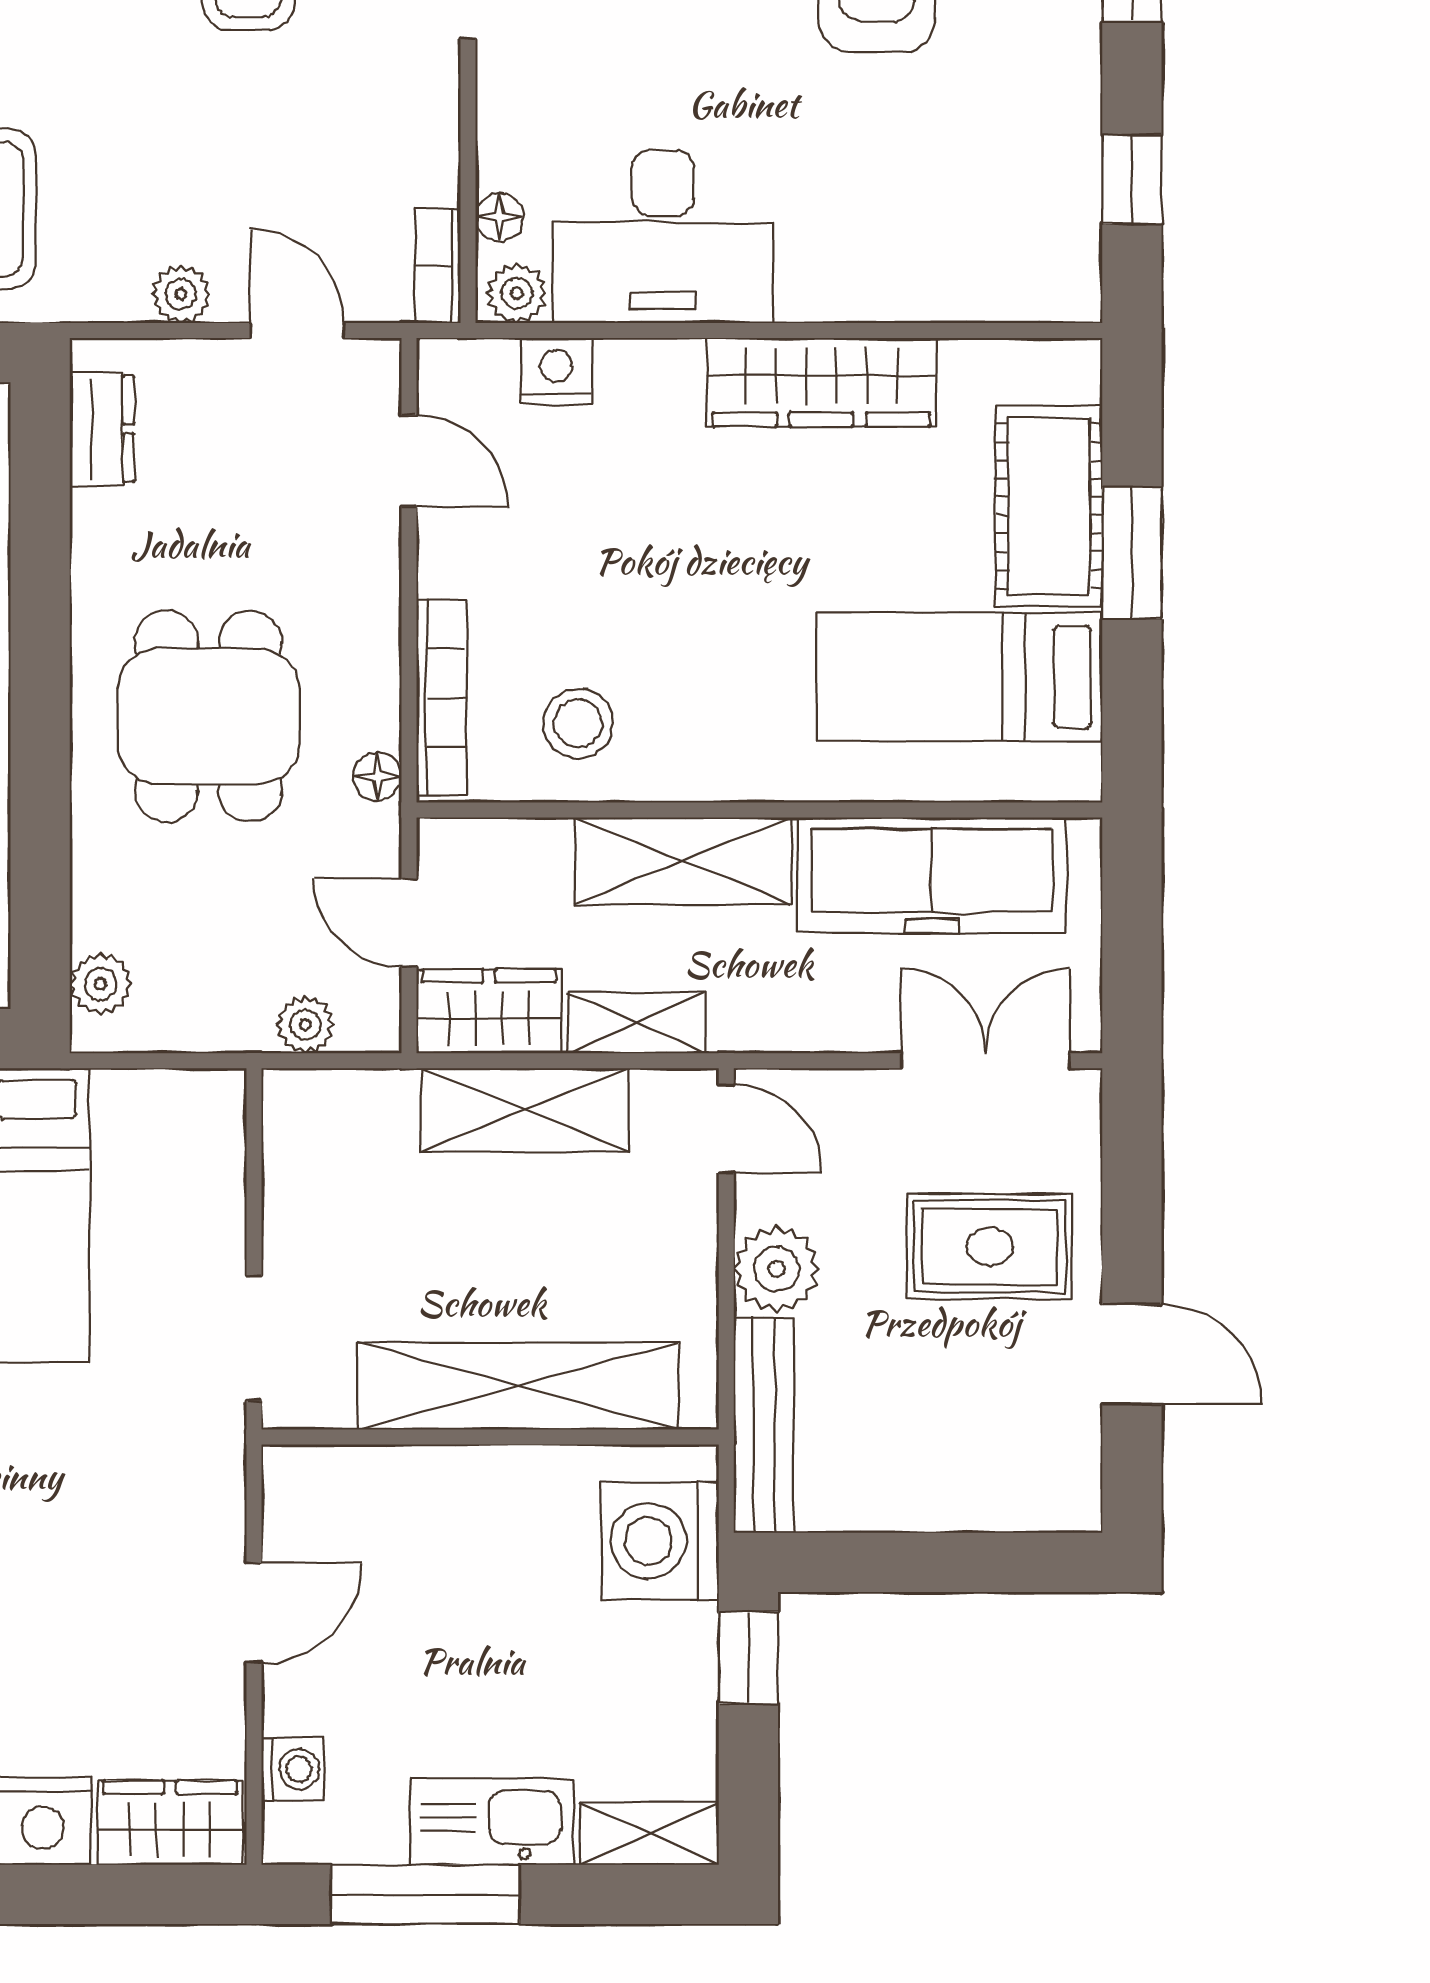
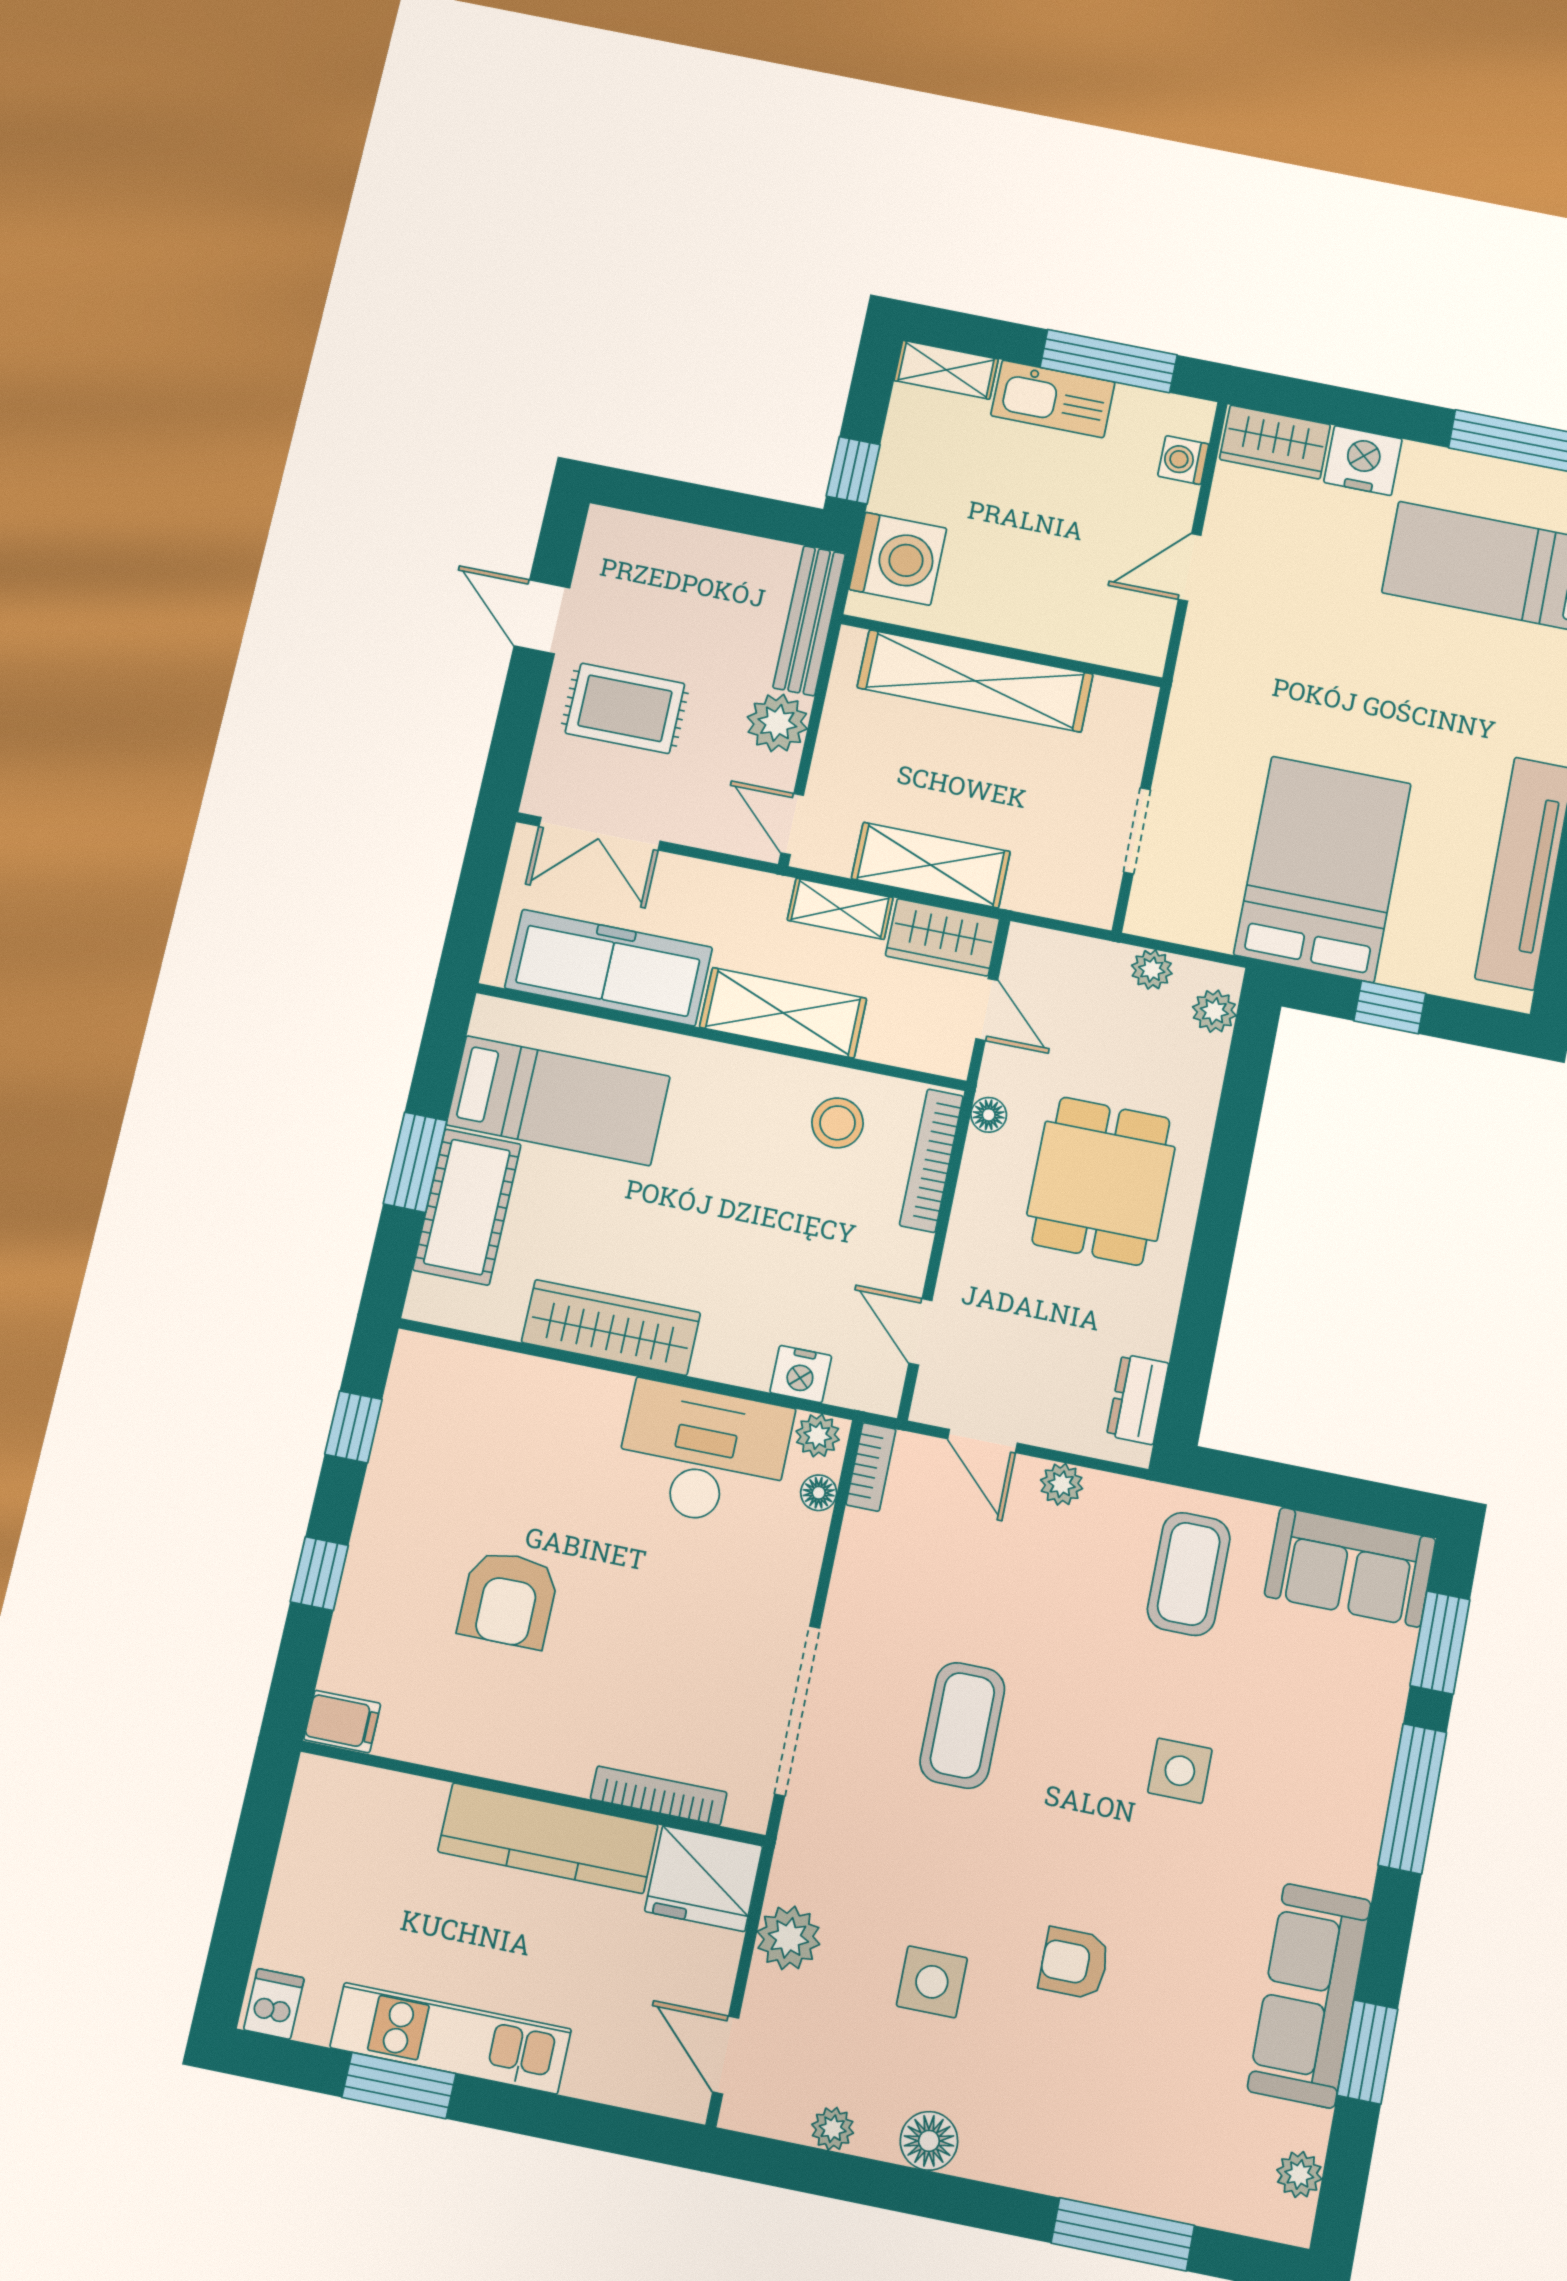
plant: (305, 1025) -> (1152, 970), moved
doorway: (254, 1338) -> (1137, 831), moved

